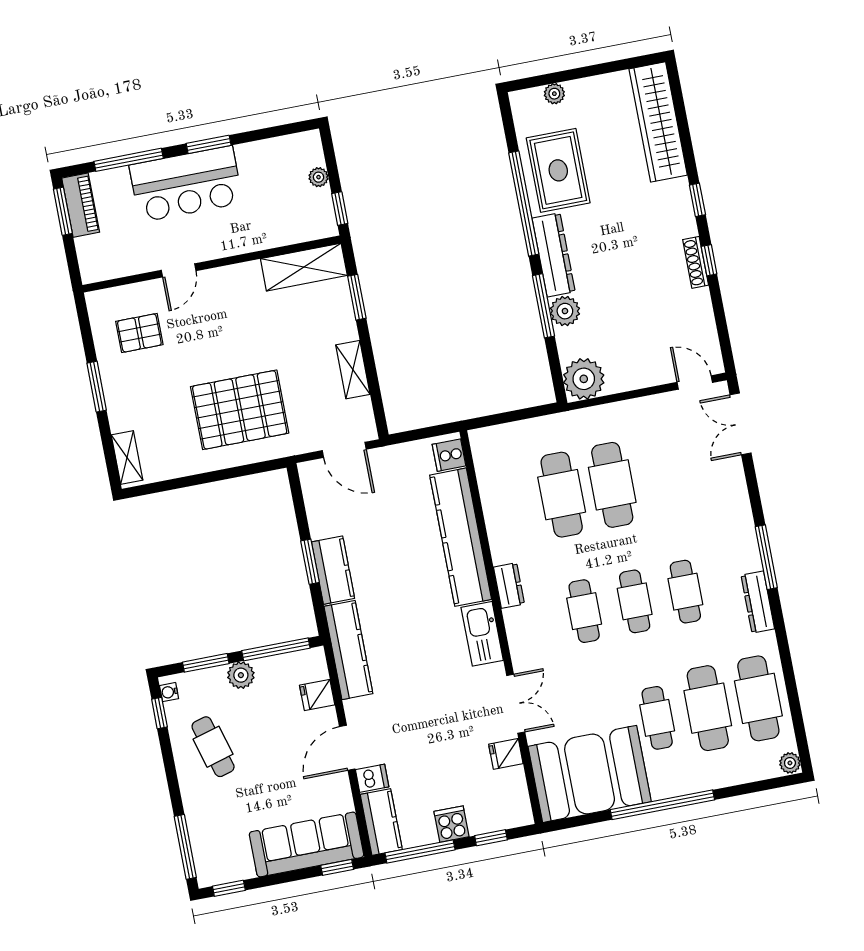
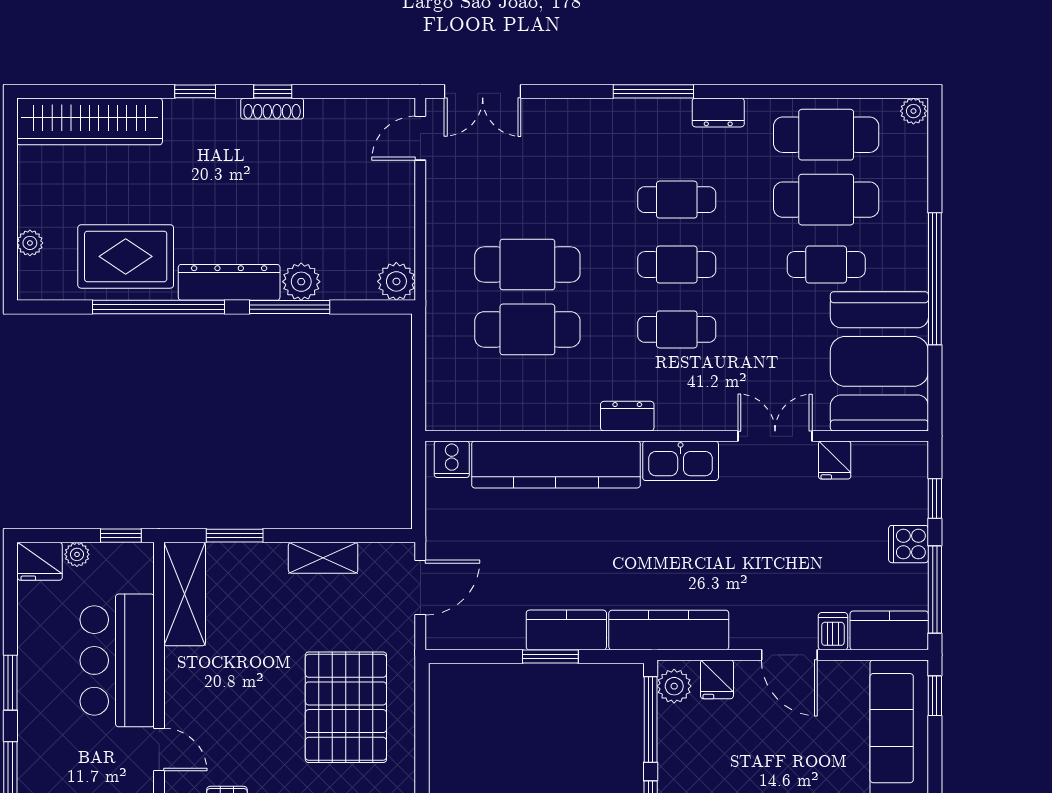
fridge: (308, 149) -> (40, 561), added
bar counter: (186, 184) -> (117, 660), moved, turned 180
plant: (584, 379) -> (396, 281), width x0.73, depth x0.73
dresser: (758, 602) -> (718, 112), width x0.70
plant: (241, 675) -> (674, 686), moved

